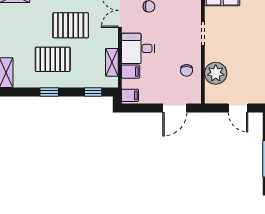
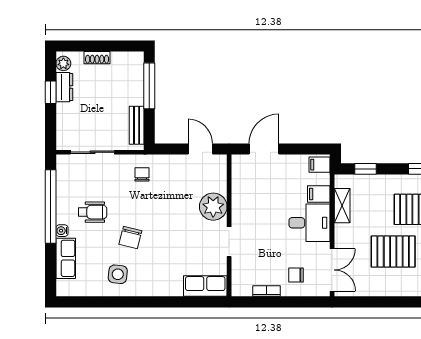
chair: (187, 70) -> (249, 196), removed
plant: (216, 73) -> (213, 207), moved
door: (238, 108) -> (200, 149), moved

